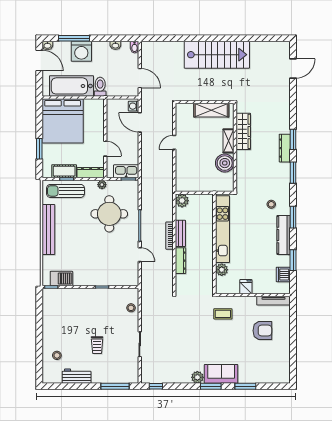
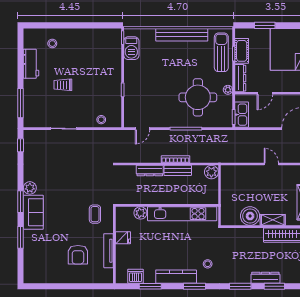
door: (140, 255) -> (142, 129), moved
tv unit: (274, 301) -> (109, 251), moved

